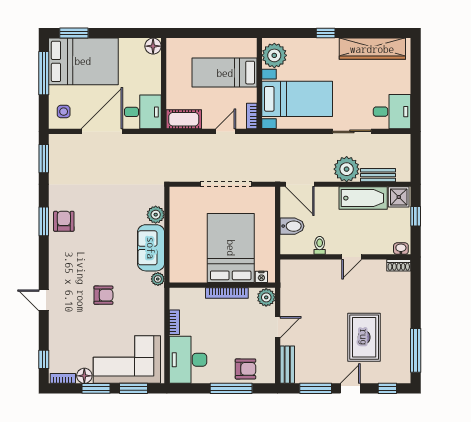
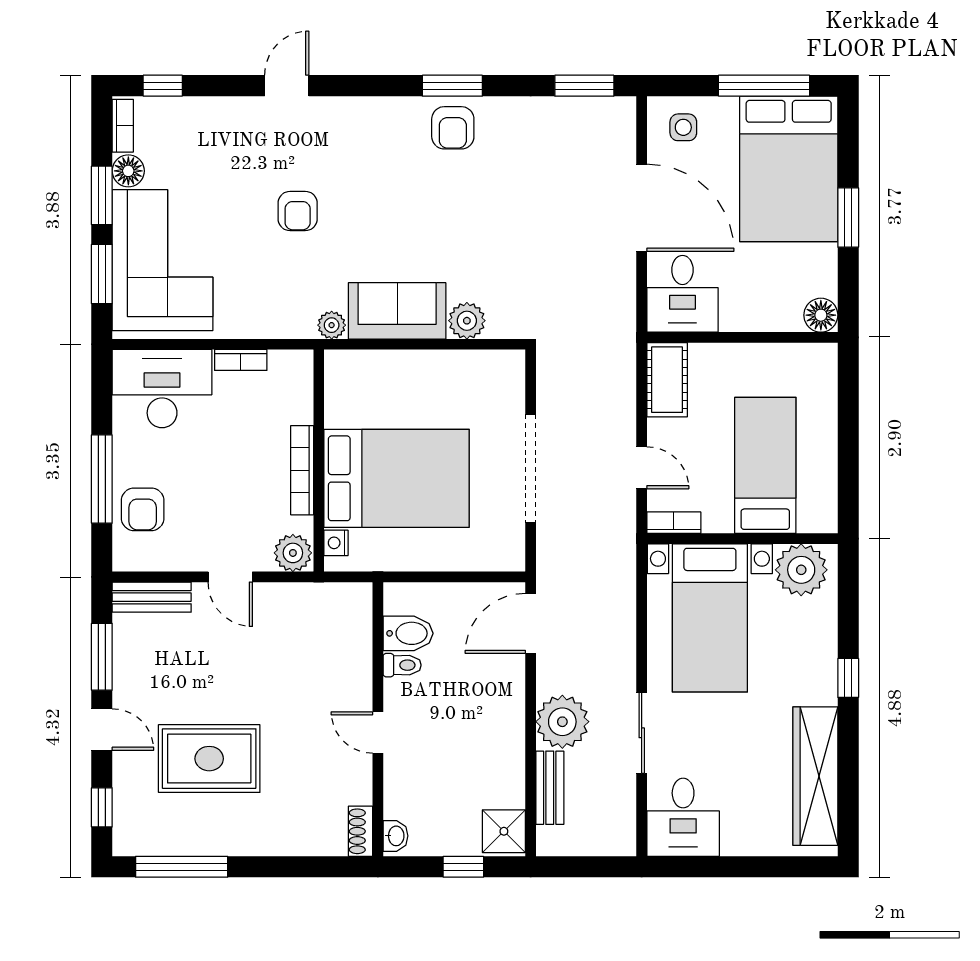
window: (74, 33) -> (848, 218), moved
bathtub: (363, 198) -> (502, 757), removed
armchair: (64, 221) -> (453, 128), turned 90
bidet: (292, 226) -> (408, 633), moved, turned -90

